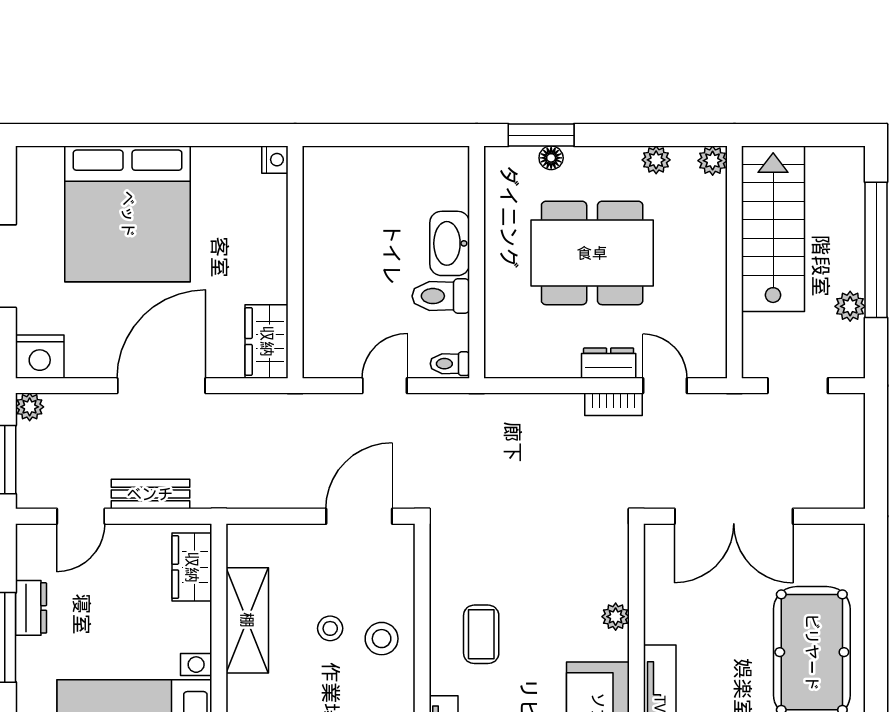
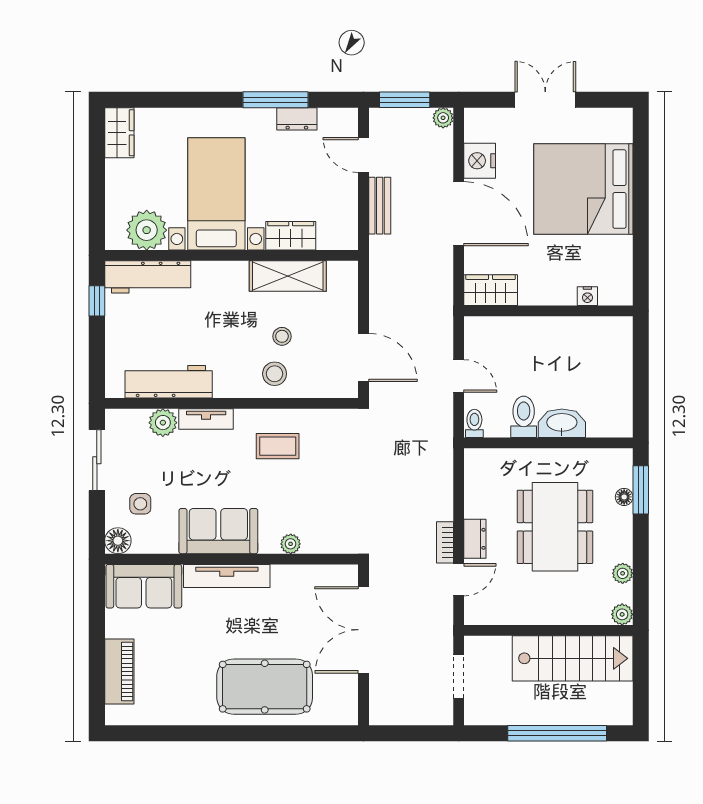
nightstand: (275, 160) -> (587, 296), moved
plant: (850, 306) -> (516, 714), removed
nightstand: (40, 357) -> (480, 161), moved
wardrobe: (192, 567) -> (291, 236), moved

